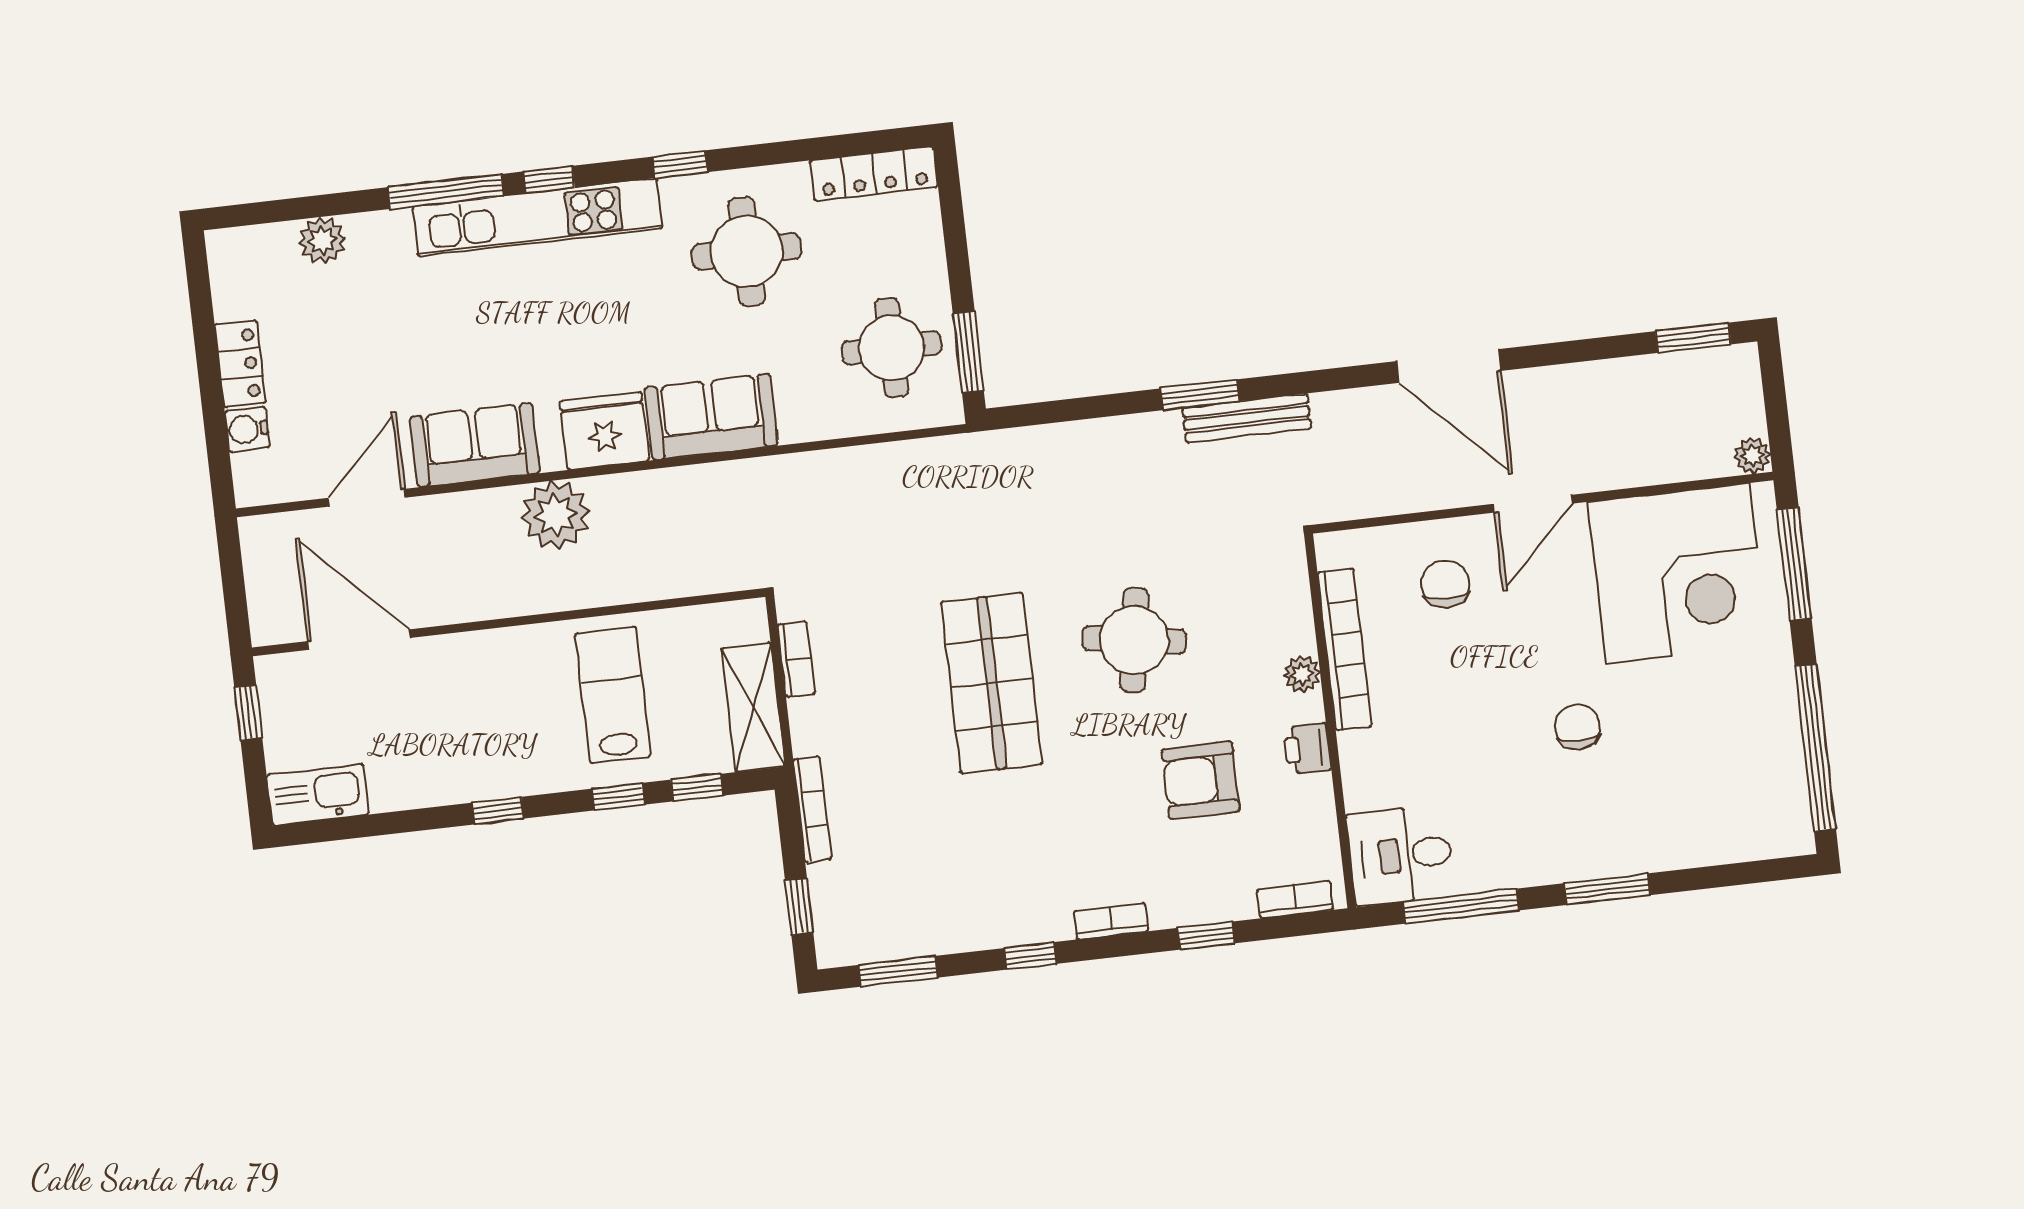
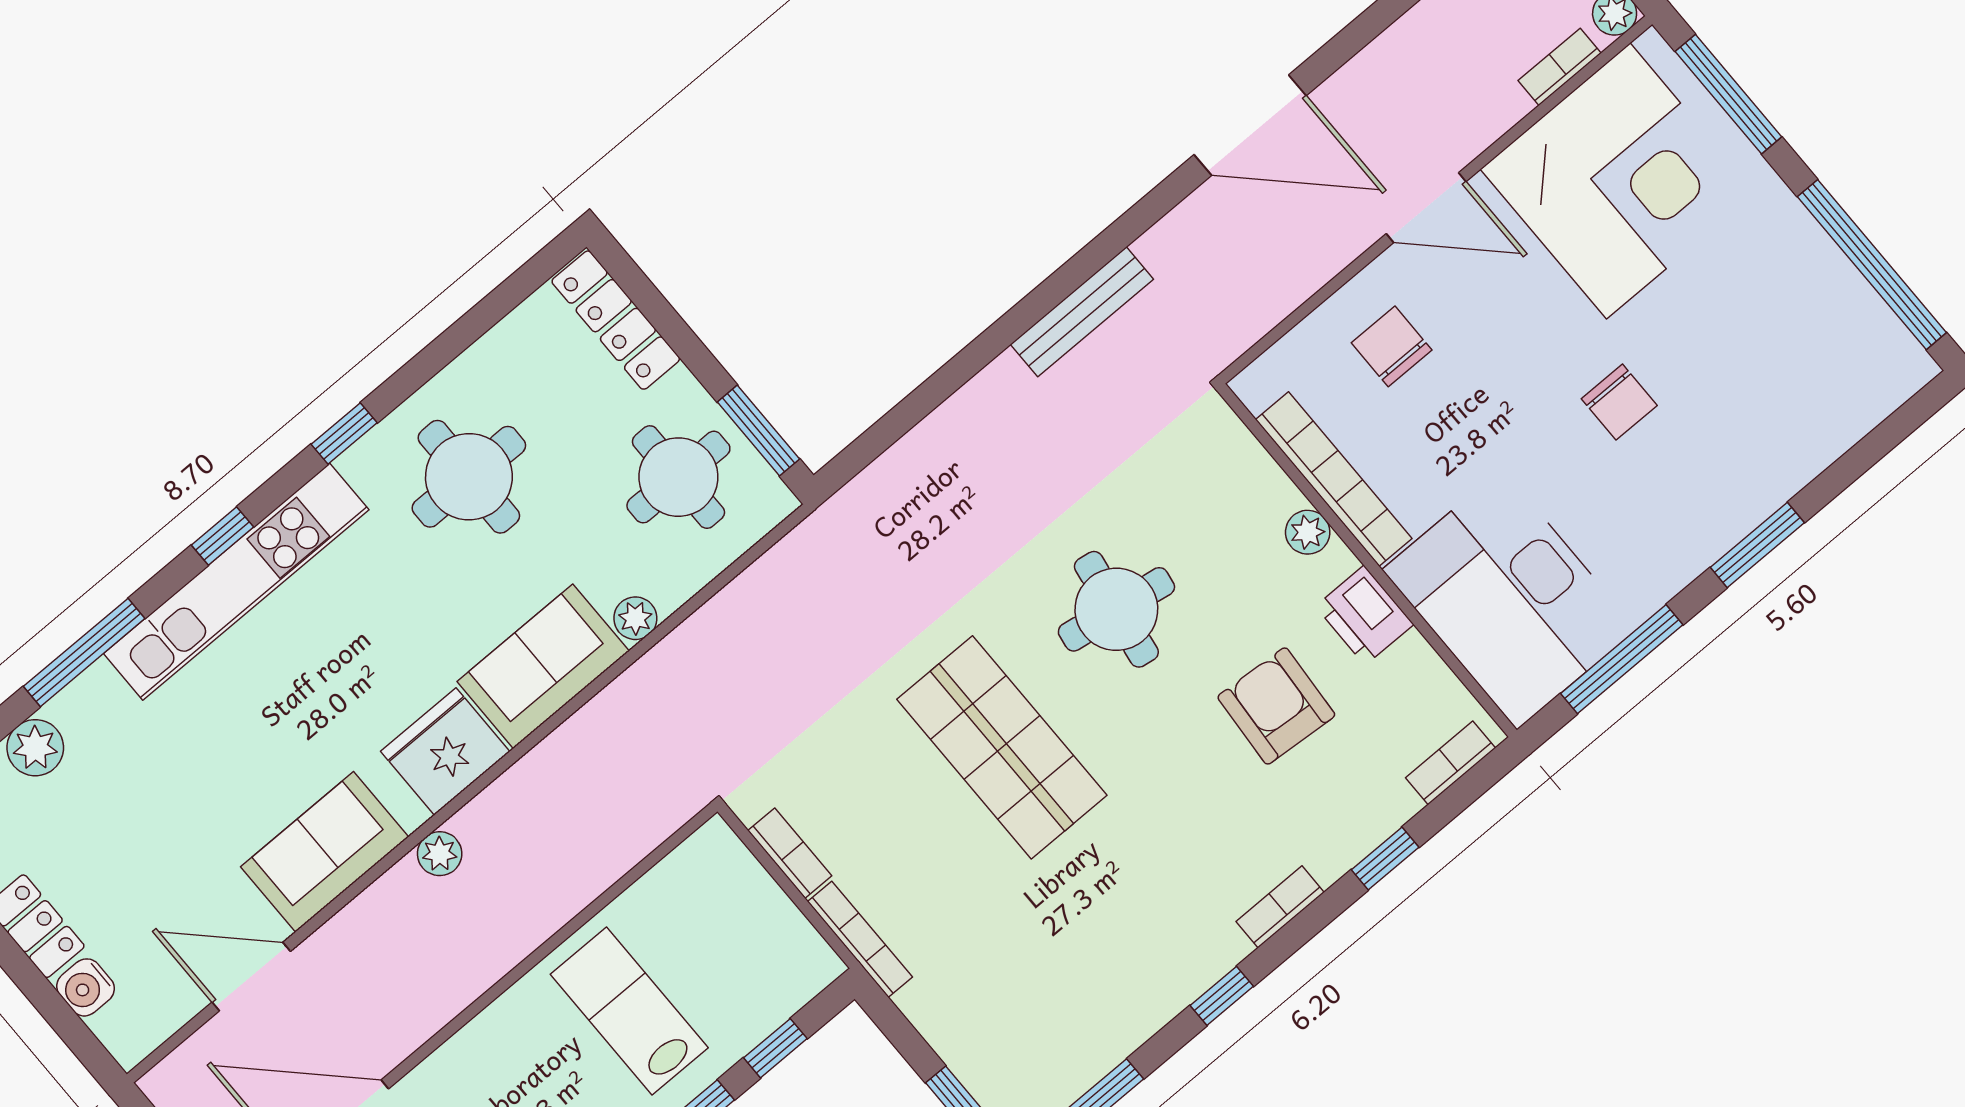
locker: (874, 174) -> (616, 320), moved, turned 90
window: (446, 191) -> (84, 652), moved
window: (1200, 395) -> (1019, 319), removed
plant: (797, 426) -> (635, 618), added
bookcase: (1690, 468) -> (1560, 67), added
door: (367, 498) -> (251, 977), hinge flipped
door: (1533, 504) -> (1426, 208), hinge flipped
plant: (555, 515) -> (440, 854), width x0.53, depth x0.53
shelving: (753, 707) -> (779, 930), removed
chair: (1577, 727) -> (1619, 402), turned 180
printer: (1307, 749) -> (1364, 615), width x1.36, depth x1.24
armchair: (1201, 780) -> (1276, 706), turned 94
bookcase: (812, 809) -> (860, 939), moved
desk: (1401, 855) -> (1509, 599), width x1.87, depth x1.30

